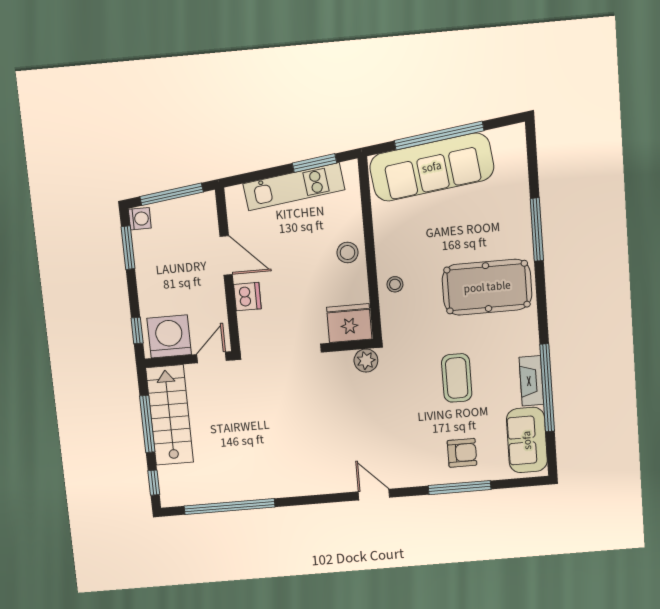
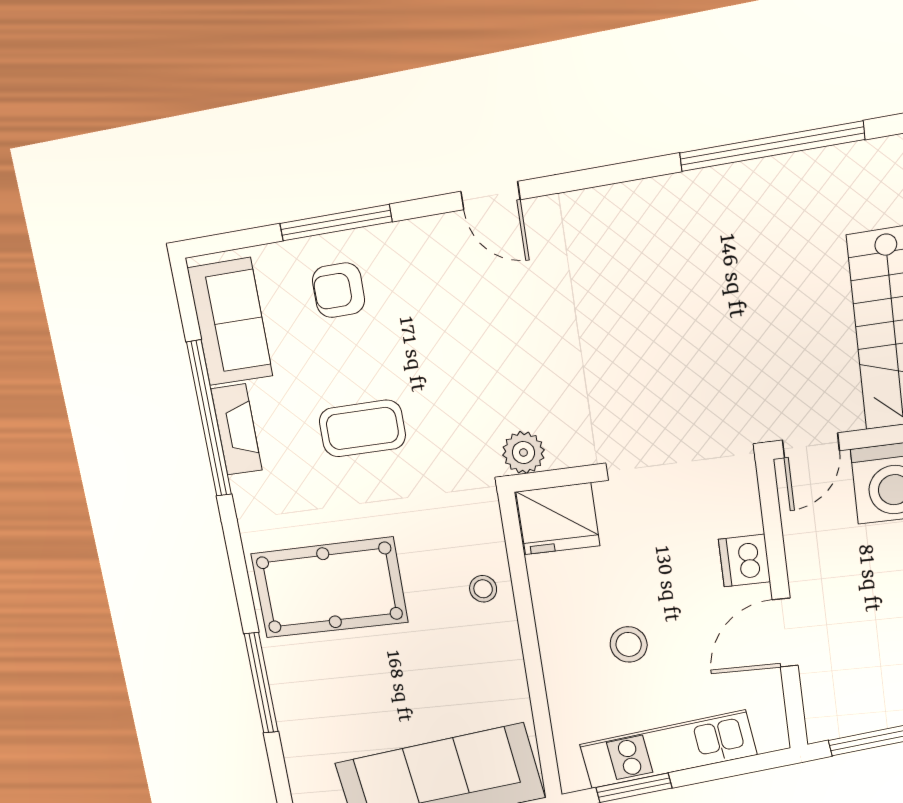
stool: (348, 253) -> (629, 644), moved
door: (226, 255) -> (785, 633), hinge flipped
coffee table: (457, 378) -> (362, 428), turned 90

